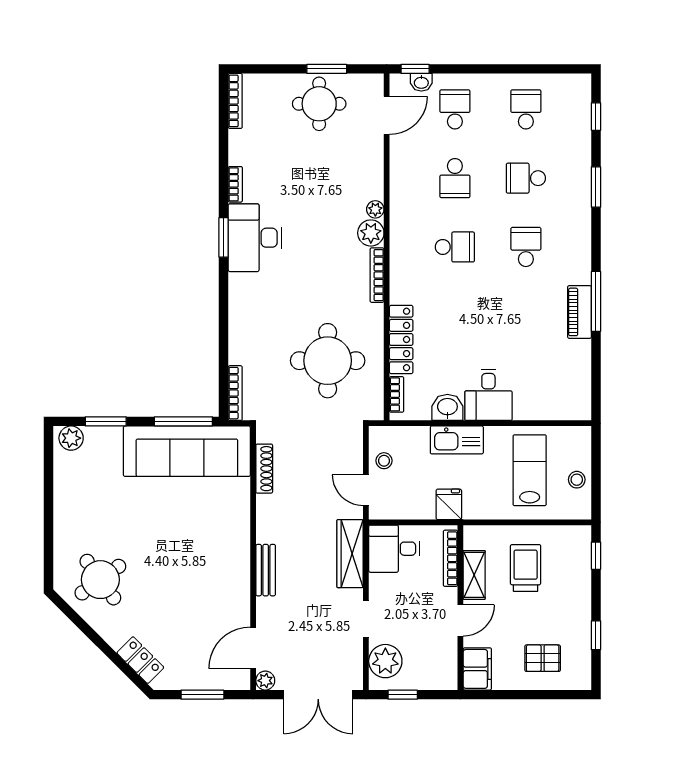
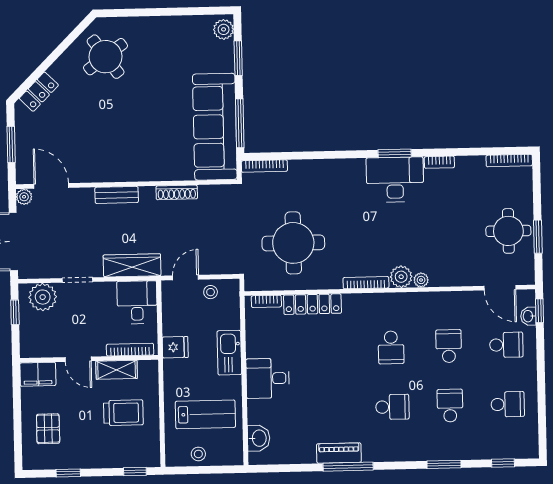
school desk: (455, 178) -> (449, 346), turned 90
washbasin: (447, 407) -> (259, 438), moved
shoe rack: (264, 469) -> (177, 192), moved

